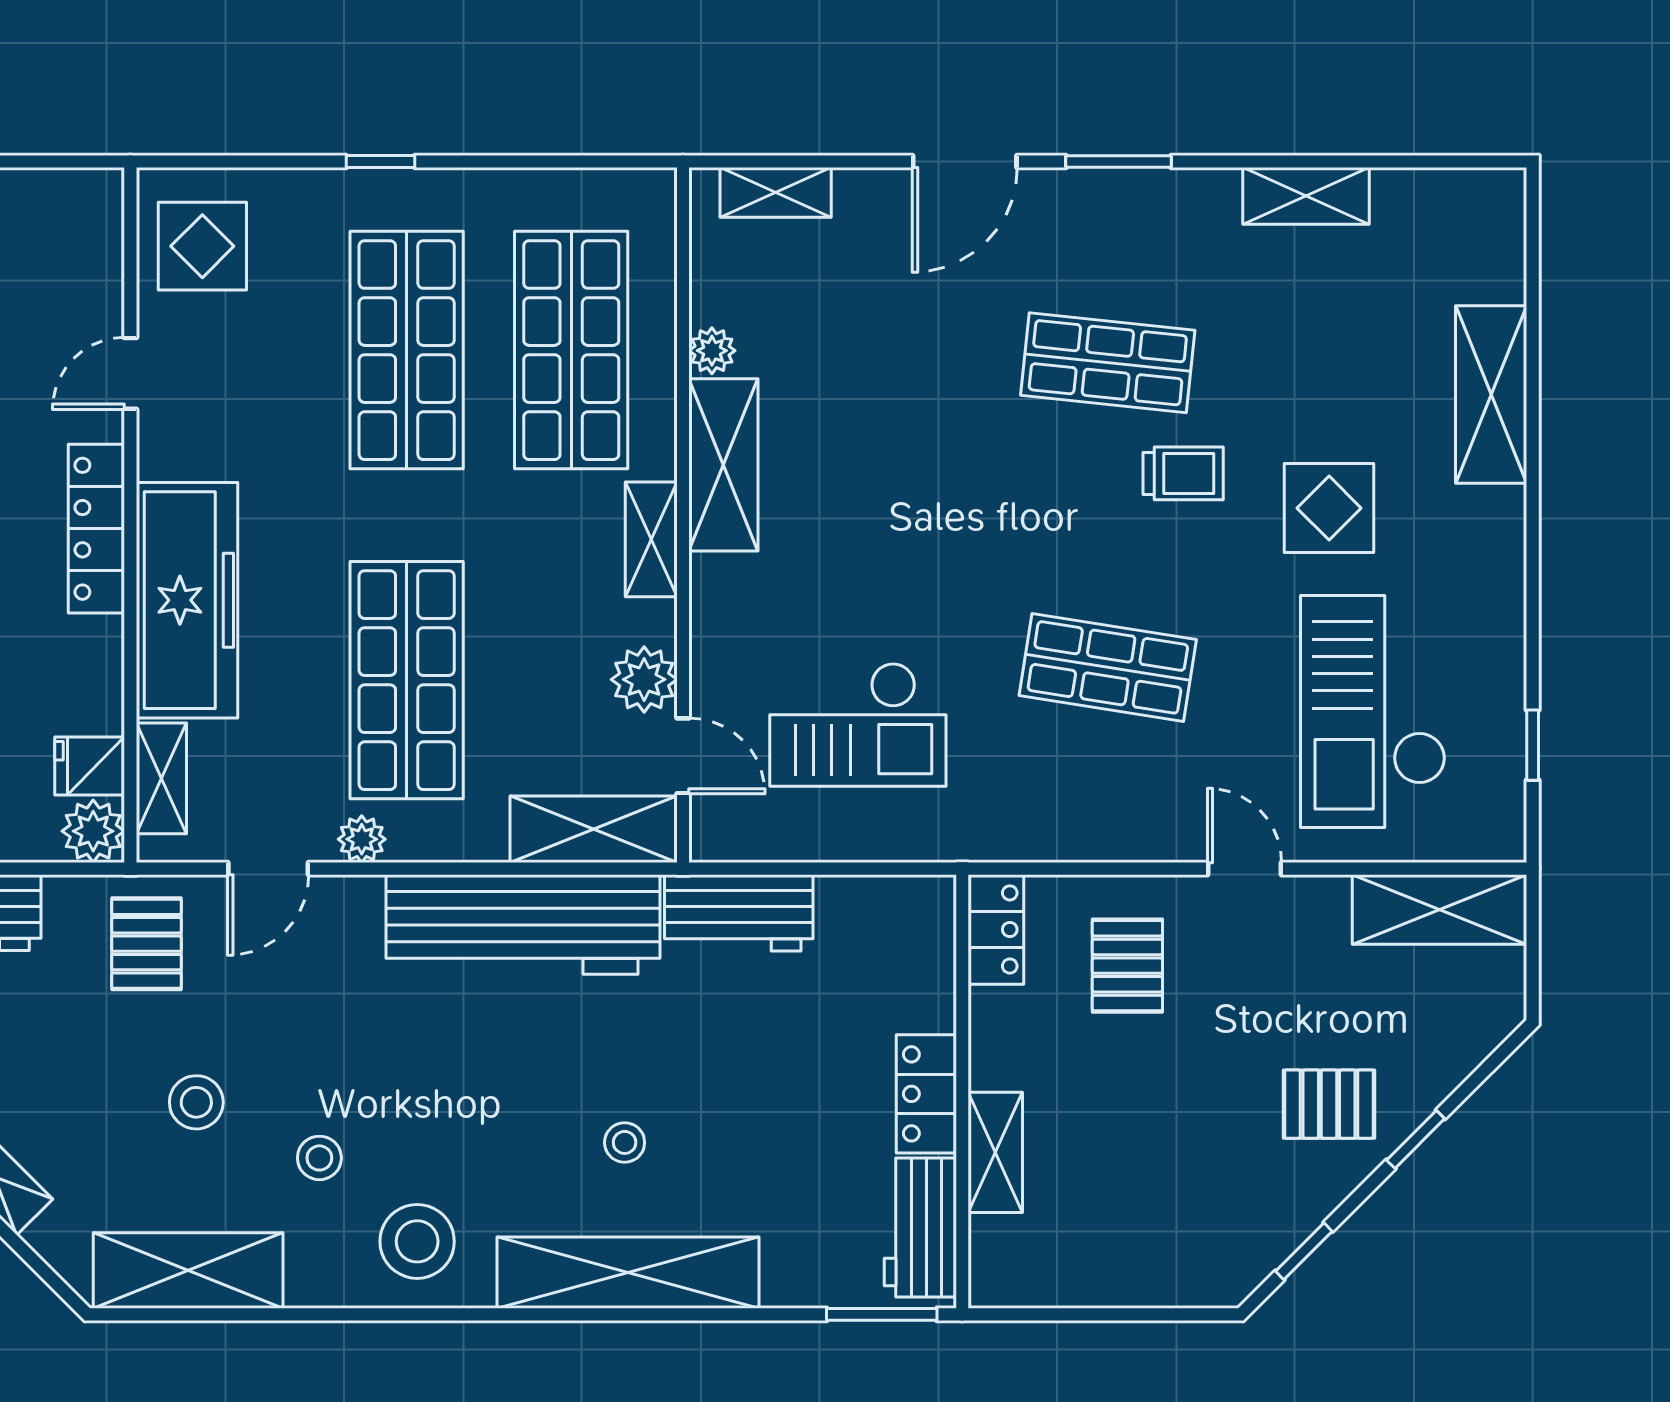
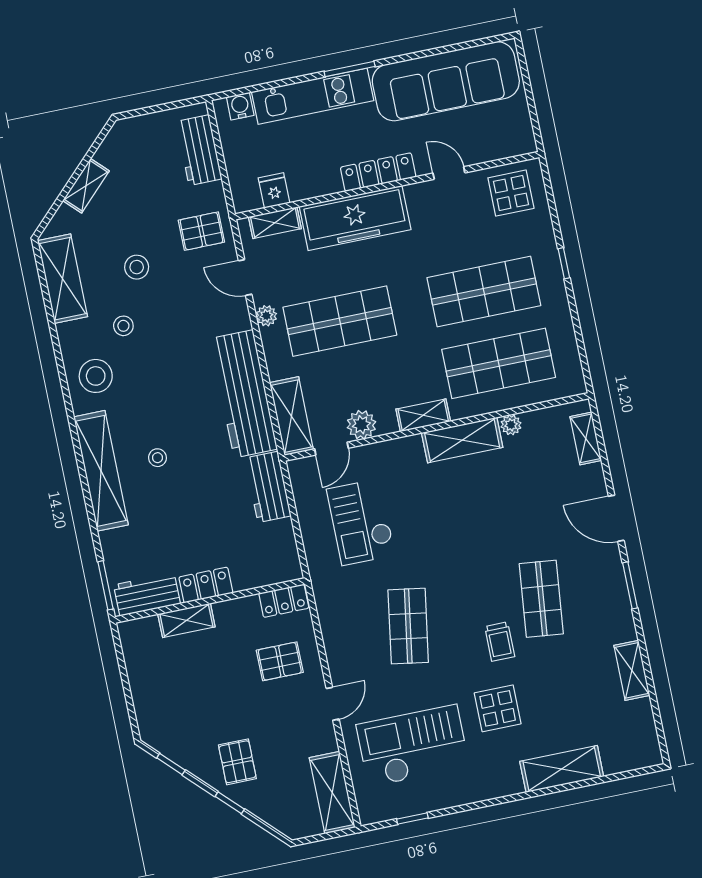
plant: (93, 831) -> (246, 198), removed

